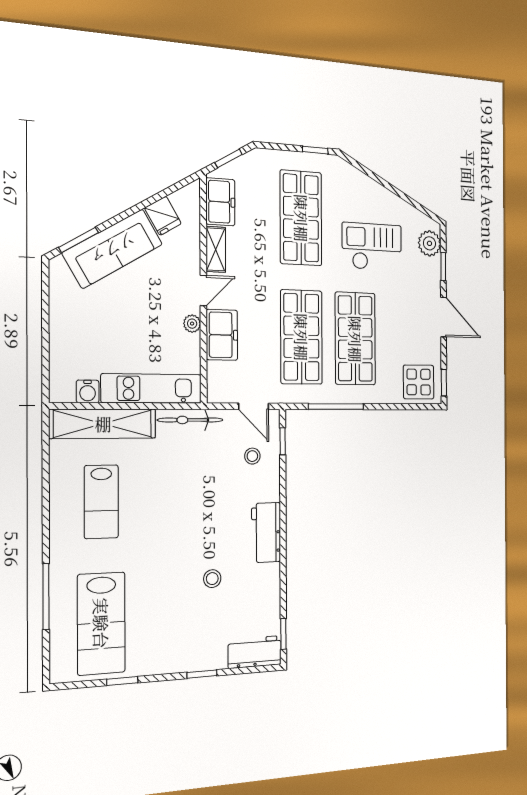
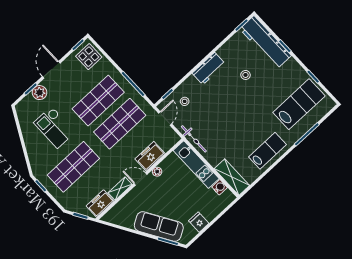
fridge: (163, 216) -> (199, 222), moved, turned -59
plant: (429, 243) -> (40, 93), moved
shelving: (103, 424) -> (232, 177), width x0.68
lab bench: (101, 502) -> (267, 151), moved
workbench: (255, 652) -> (265, 42), width x1.88, depth x1.32

